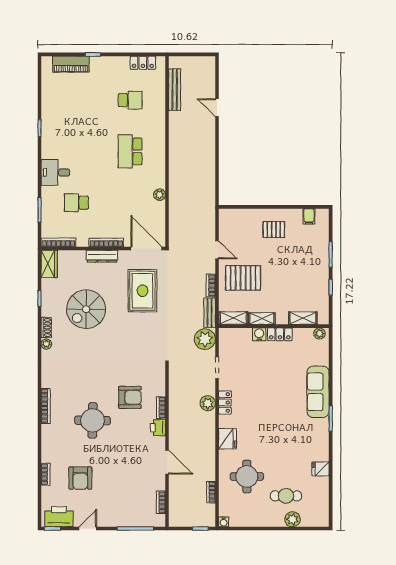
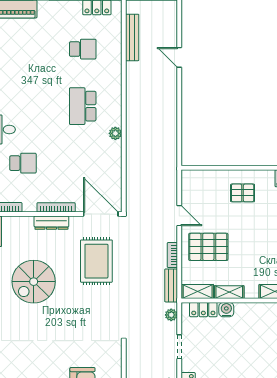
plant: (160, 195) -> (115, 133), moved
school desk: (76, 203) -> (23, 163), turned 180
locker: (280, 334) -> (203, 310), moved
plant: (205, 339) -> (171, 315), width x0.53, depth x0.53

